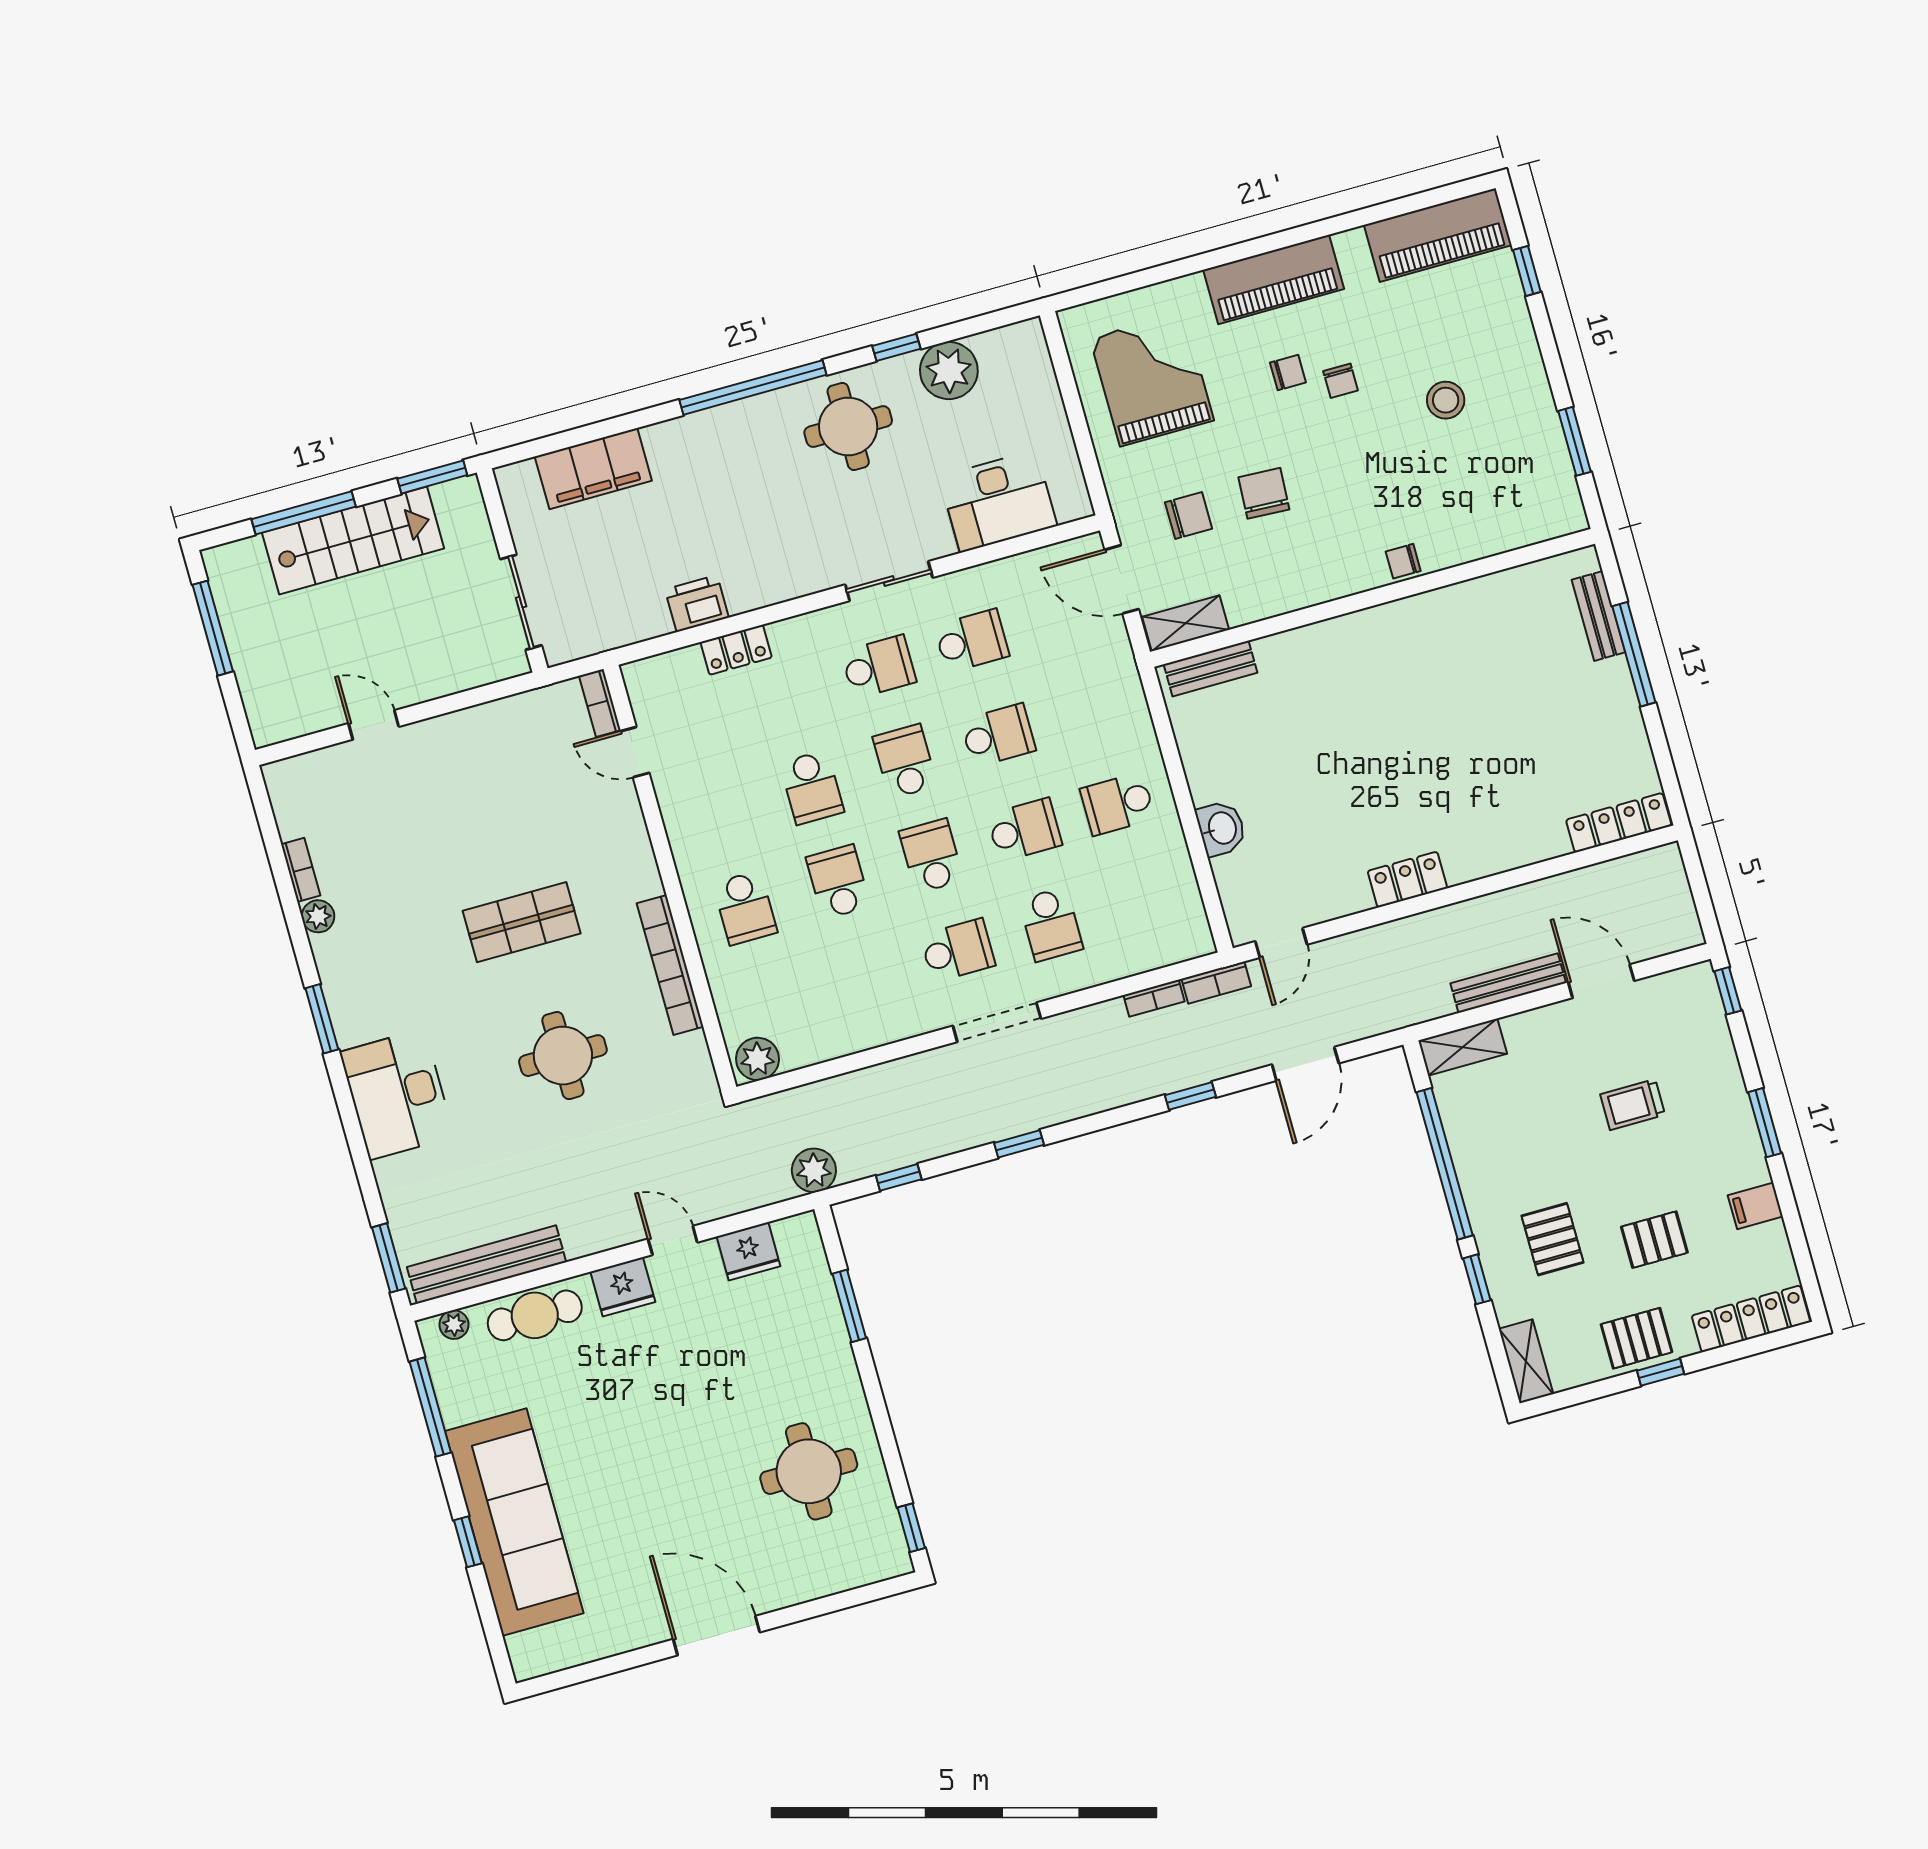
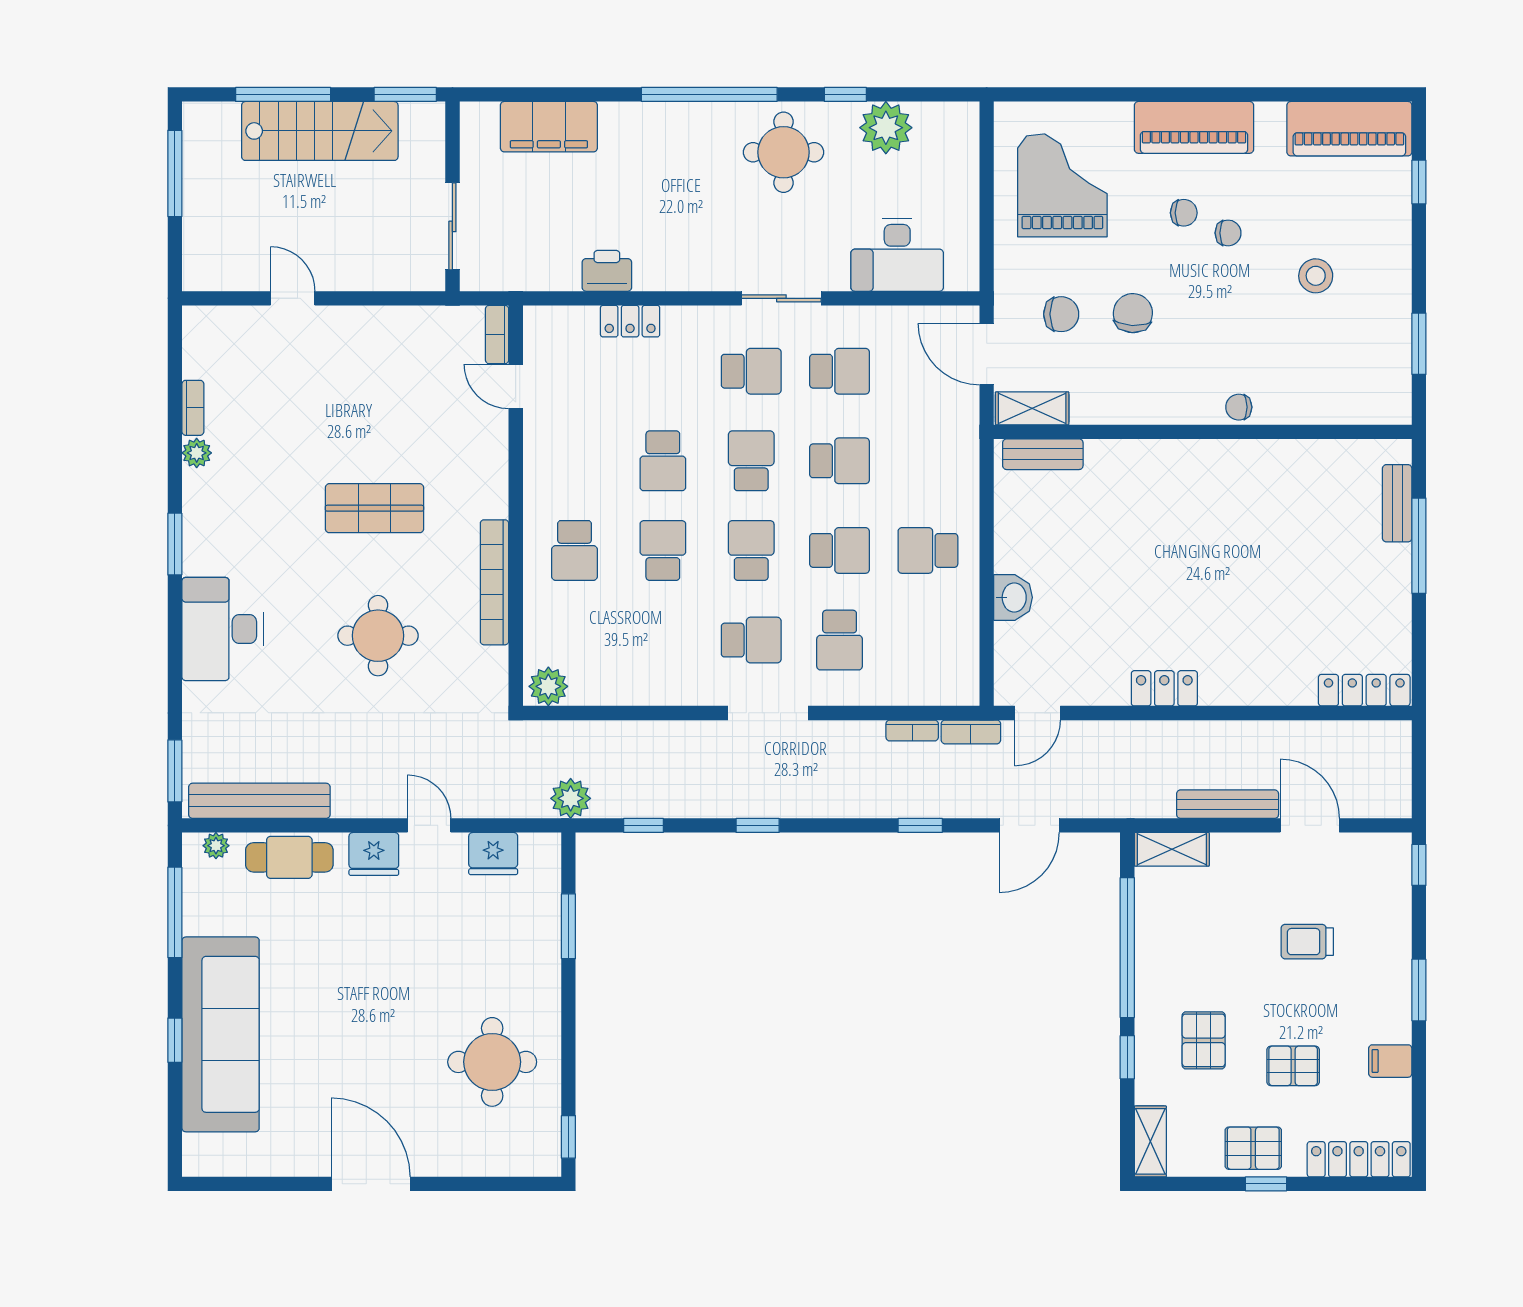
chair: (1341, 381) -> (1228, 233), turned -90

